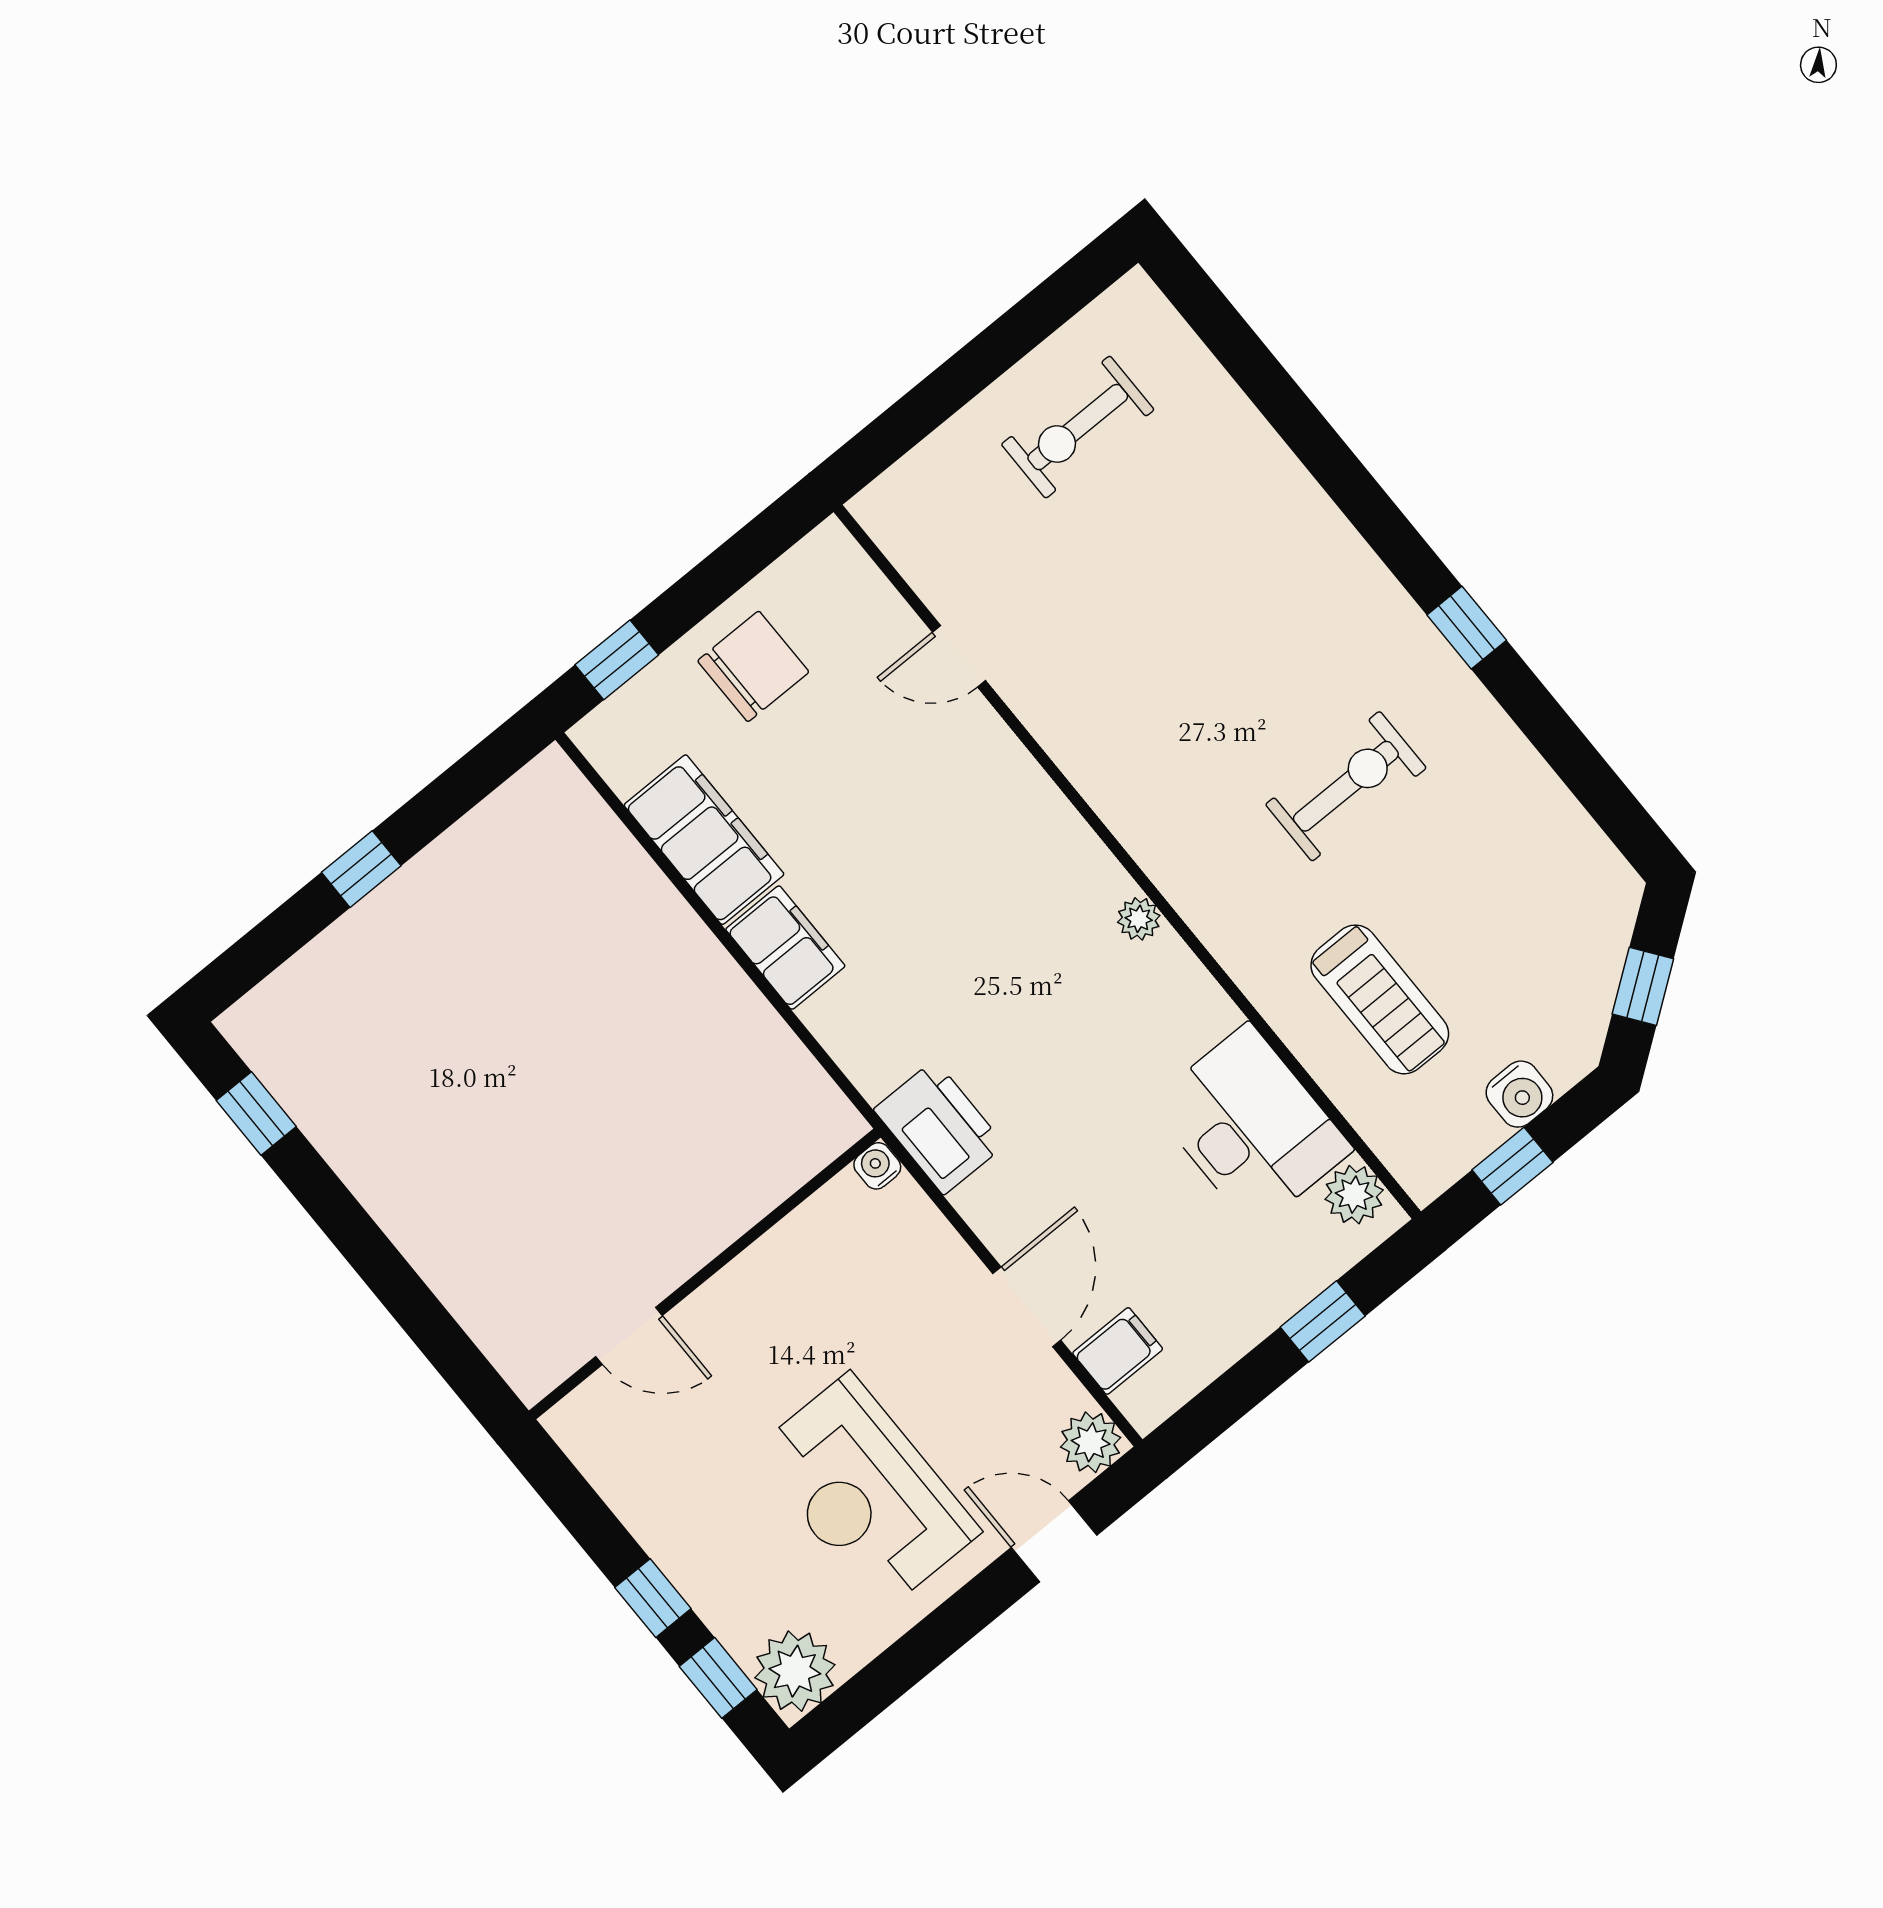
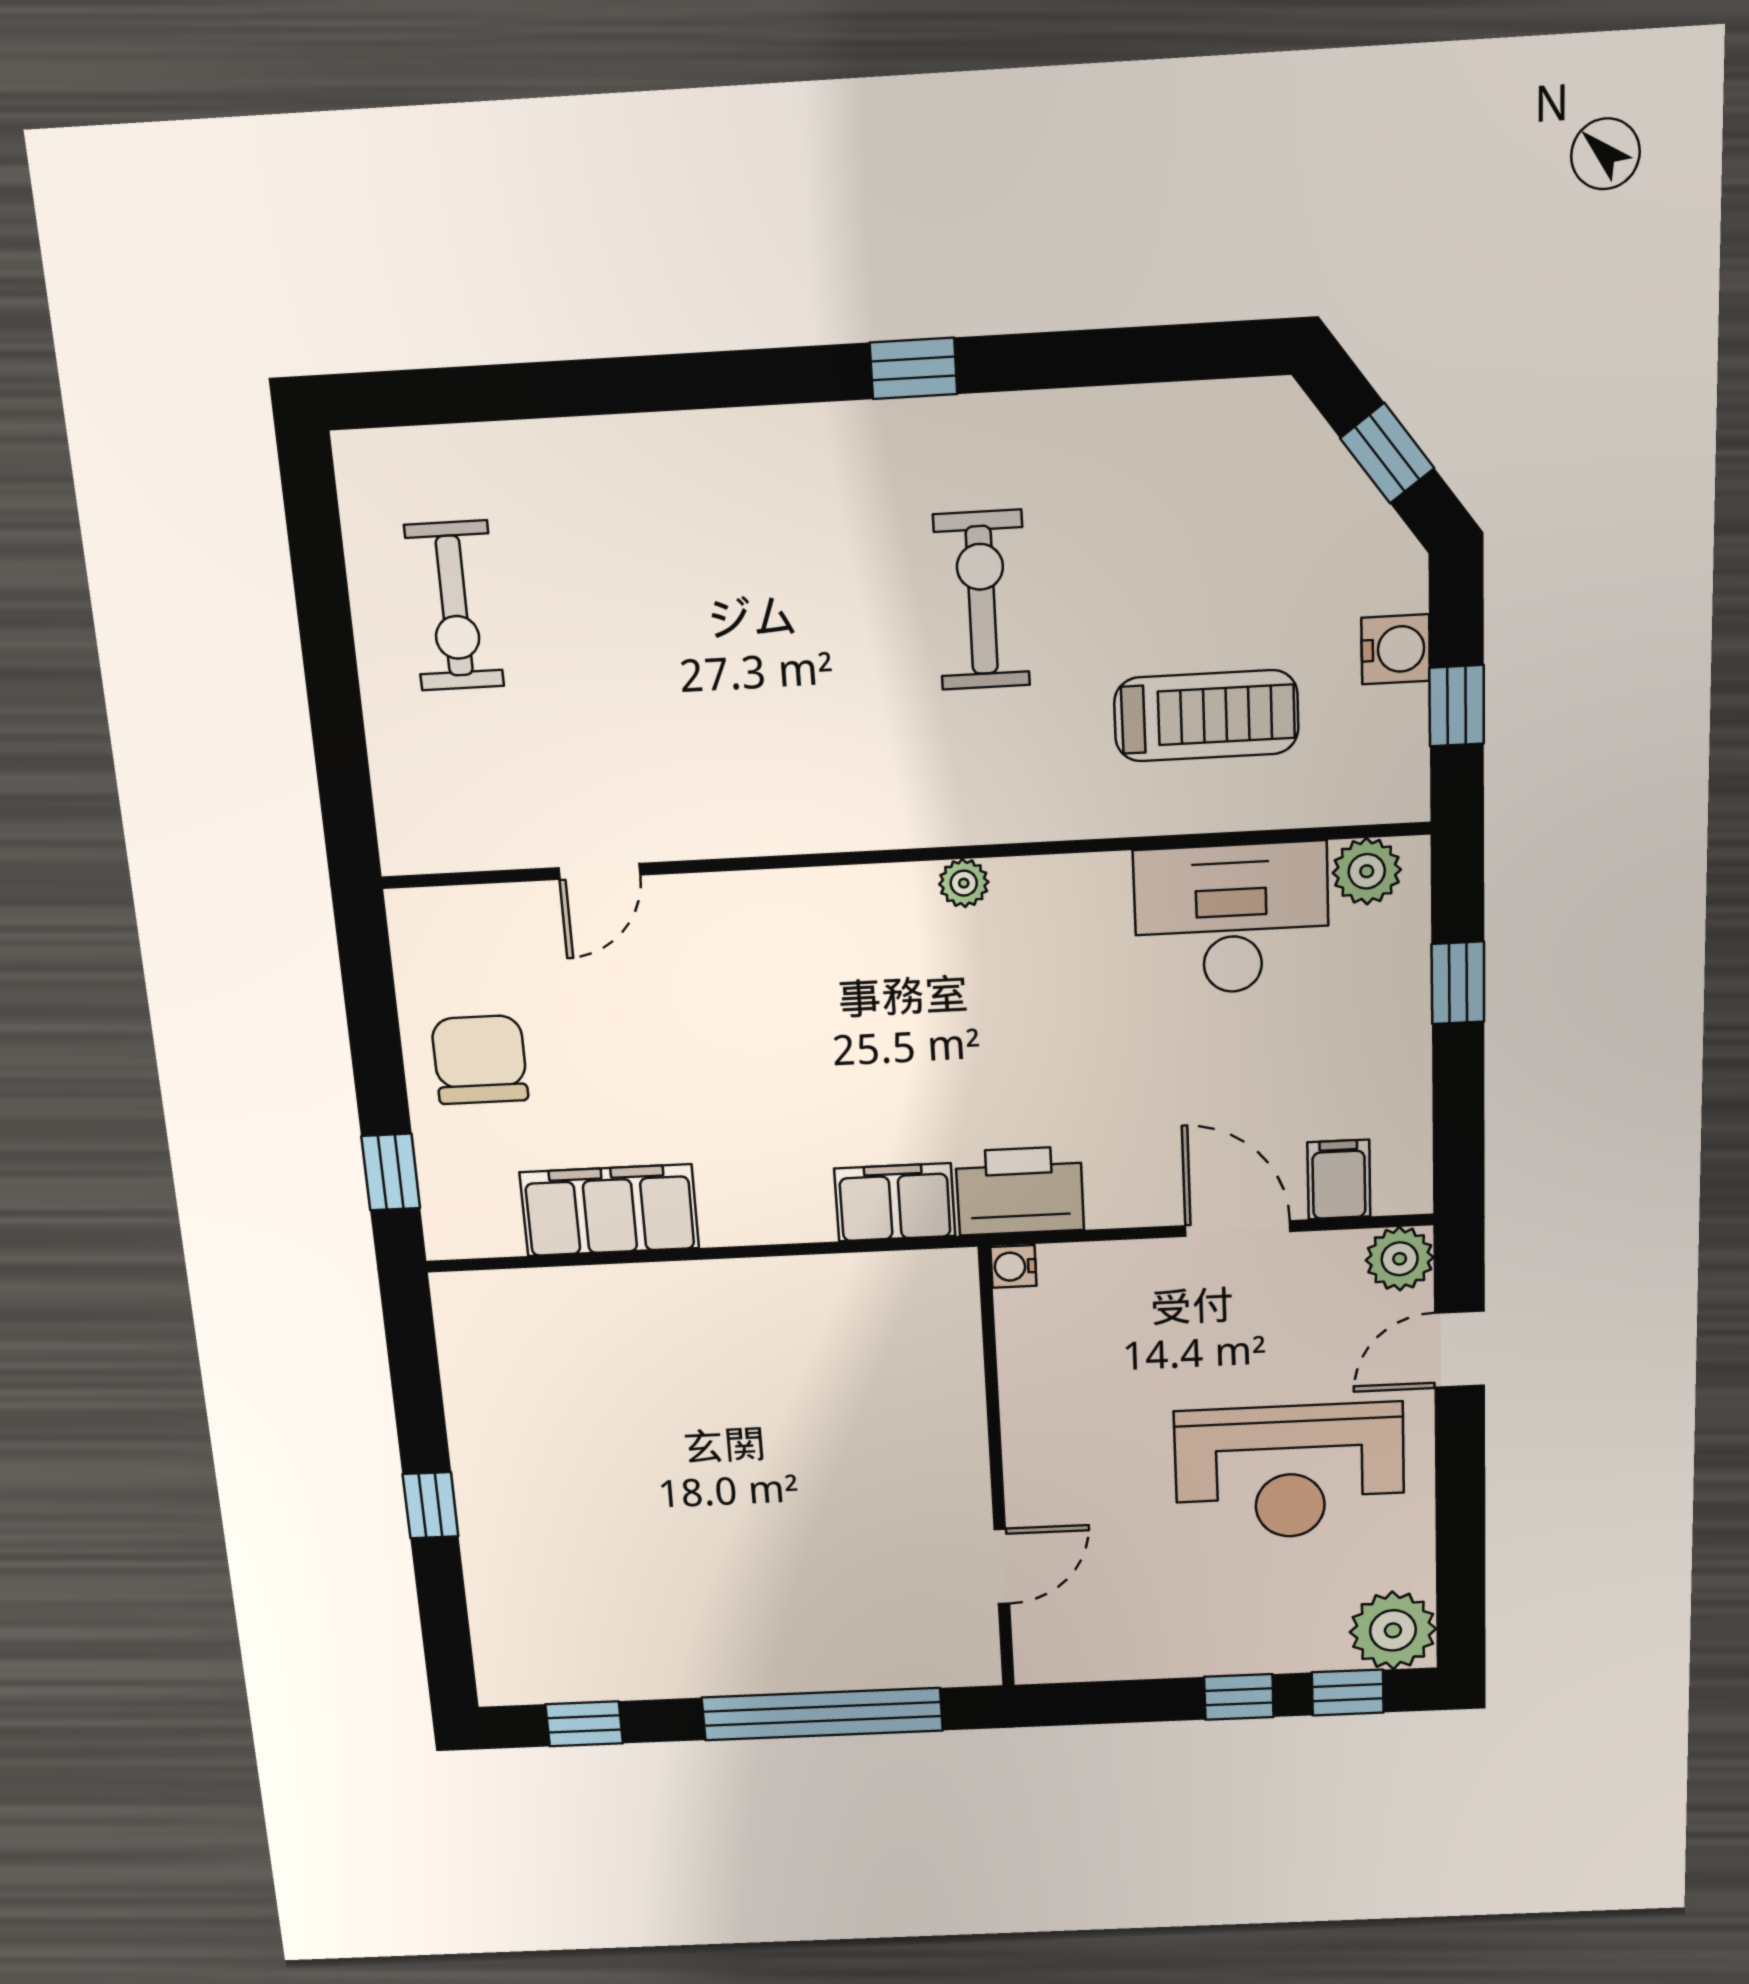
filing cabinet: (785, 948) -> (895, 1202), moved
window: (401, 1291) -> (822, 1714), added

